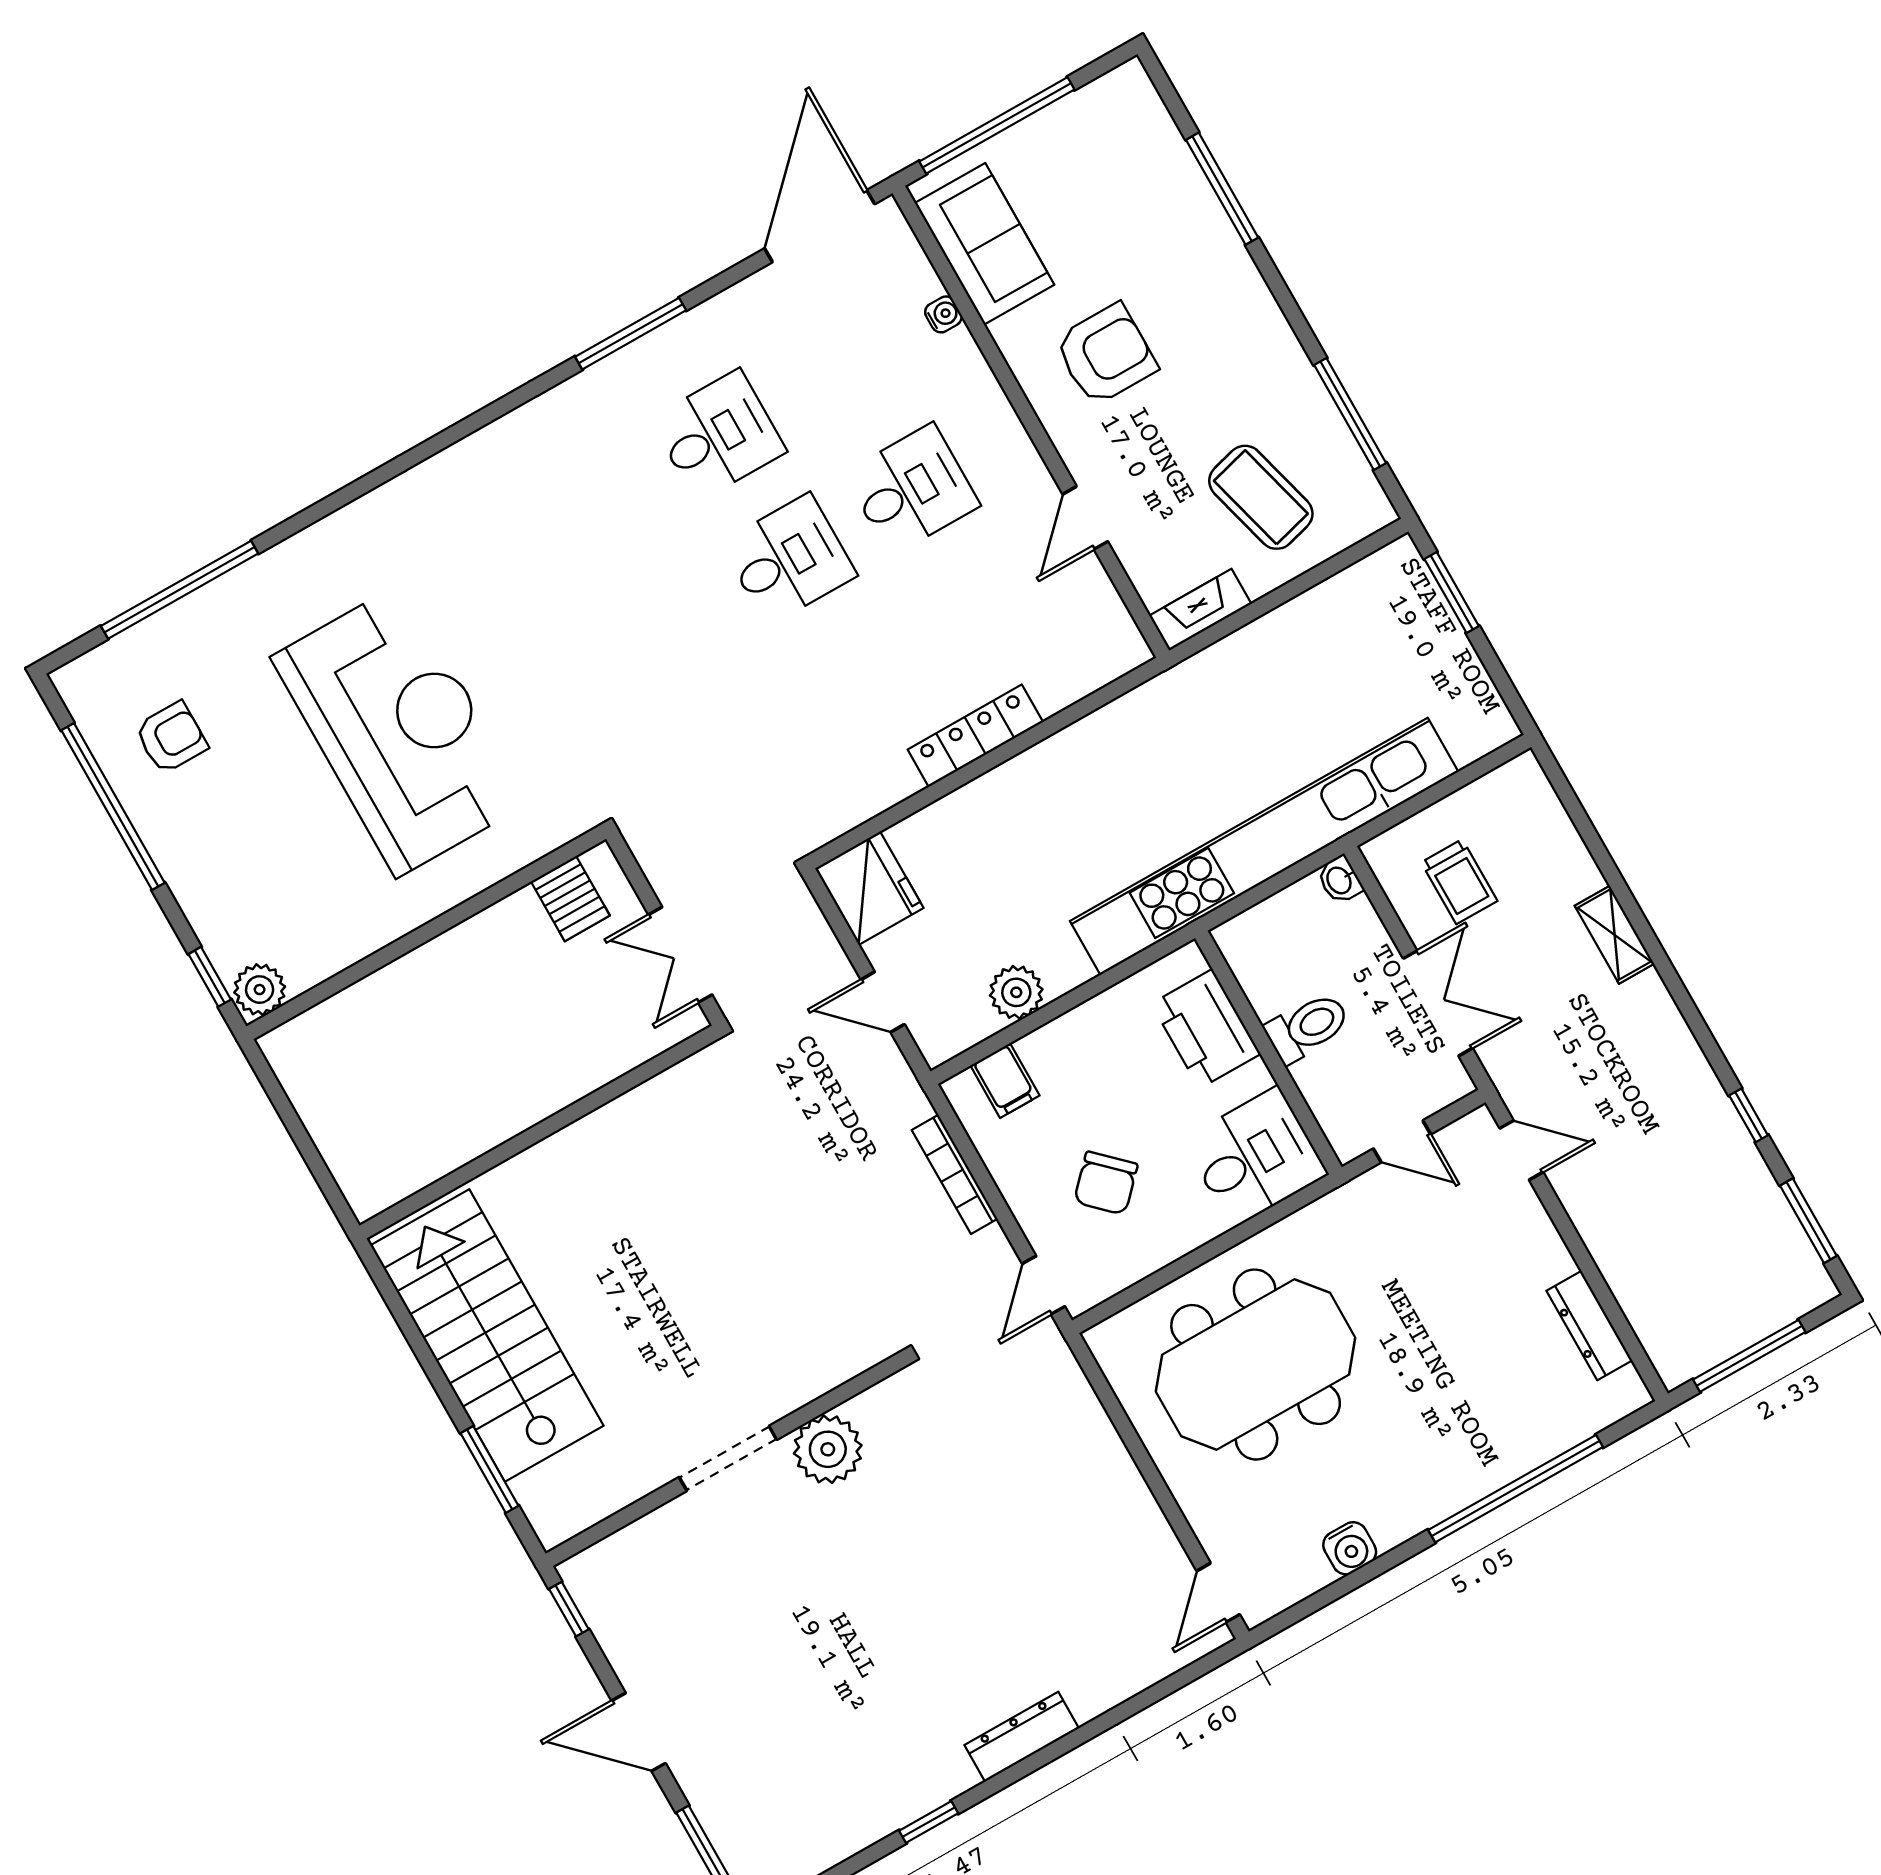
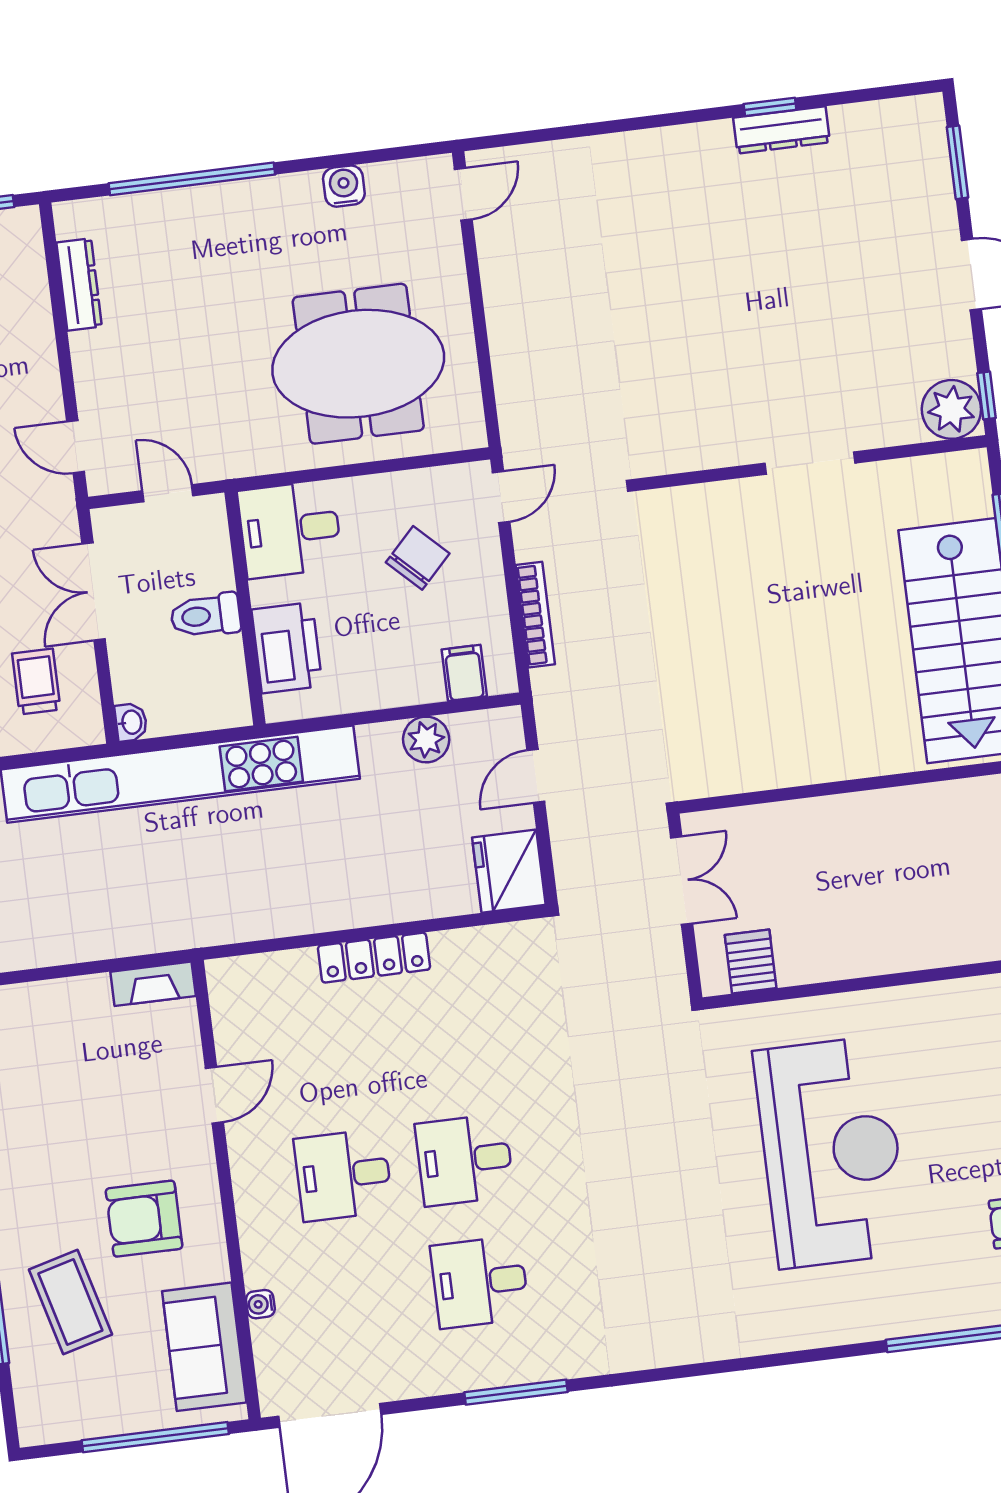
coffee table: (1261, 497) -> (70, 1302), moved
reception desk: (399, 730) -> (831, 1152), turned 180
door: (883, 1002) -> (536, 776), swing flipped
plant: (828, 1449) -> (951, 409), moved
dresser: (1022, 1737) -> (781, 130), moved

